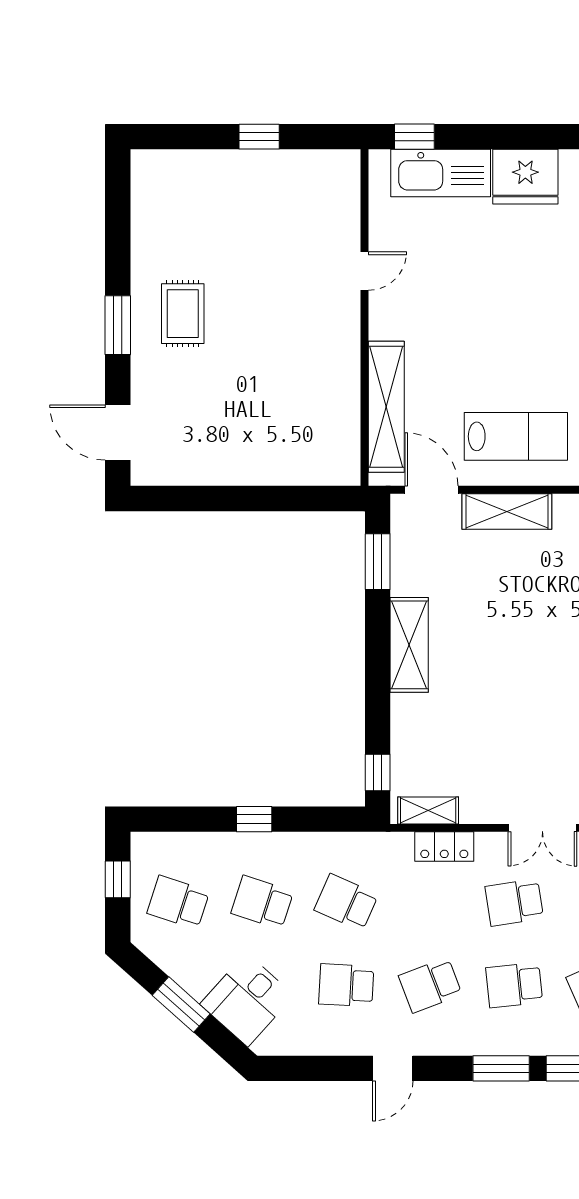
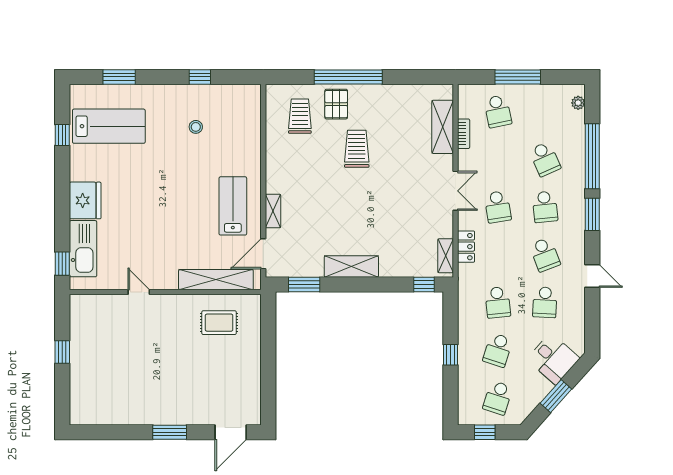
rug: (183, 314) -> (219, 323), moved
shelving: (507, 511) -> (273, 211), width x0.67, depth x0.75
school desk: (346, 902) -> (498, 302), turned -30

